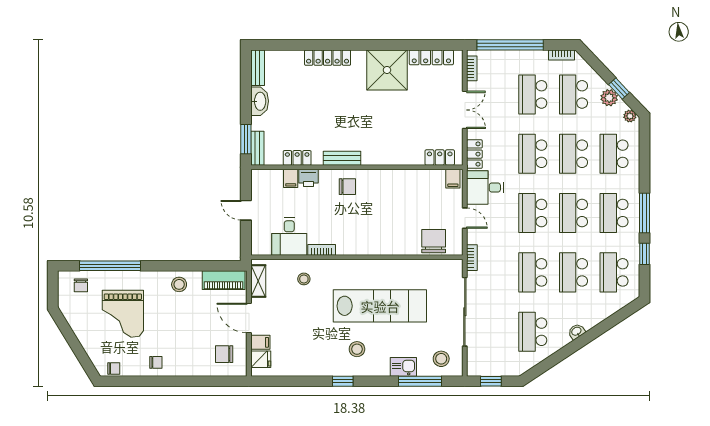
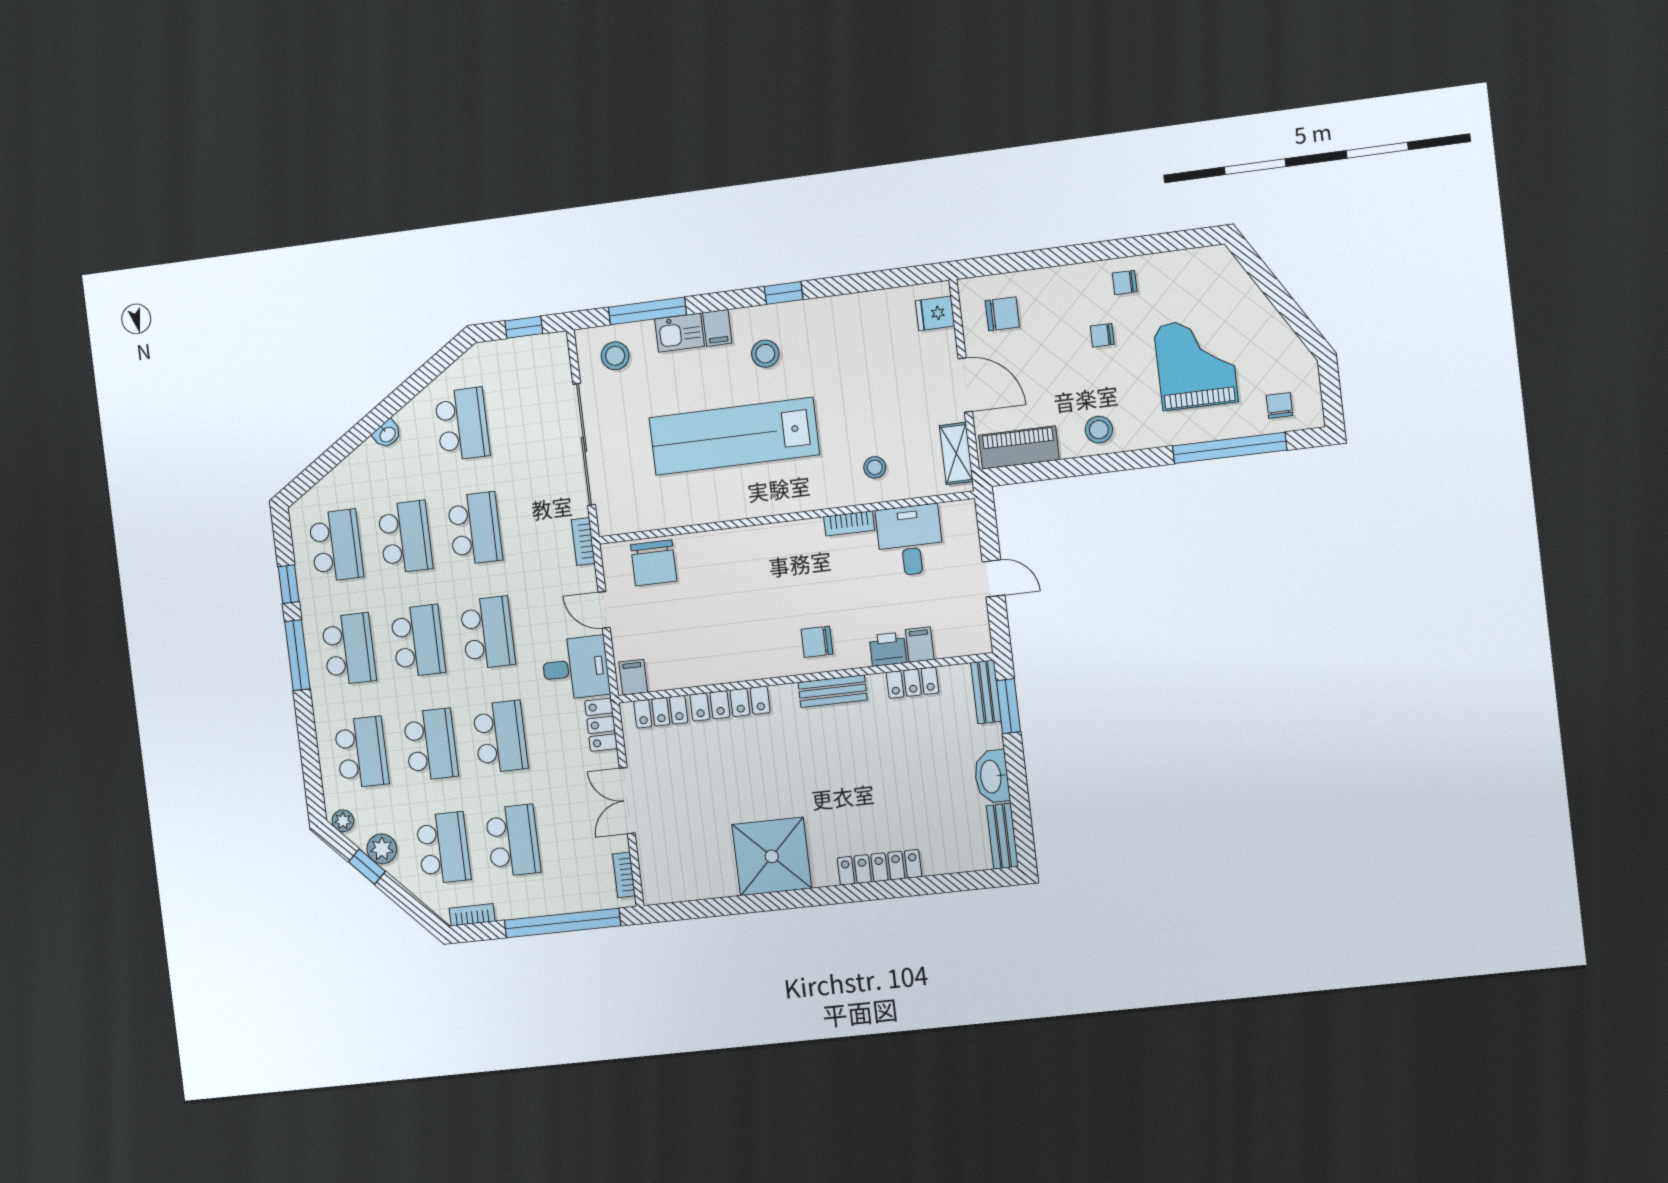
locker: (431, 57) -> (730, 704), moved, turned 180
filing cabinet: (260, 342) -> (717, 328), moved, turned -90
chair: (114, 369) -> (1102, 335), moved

